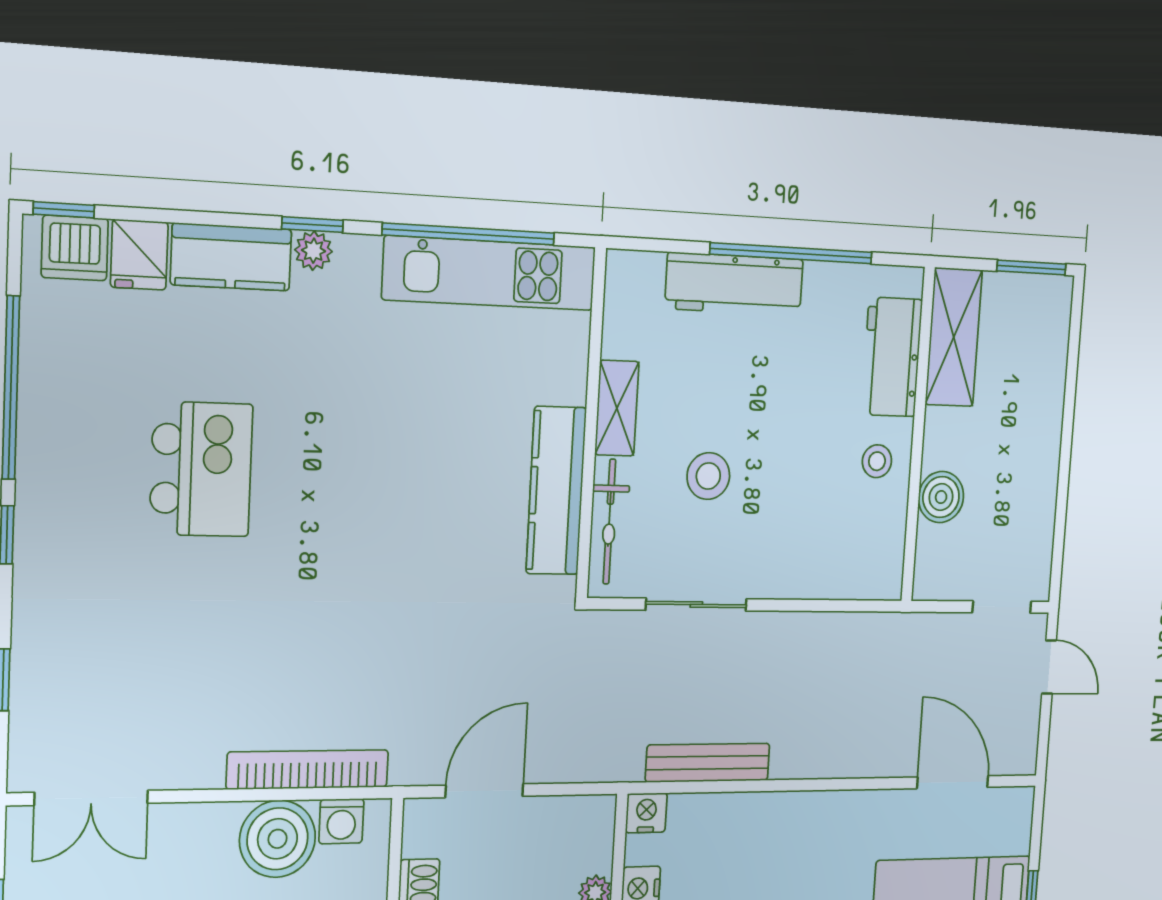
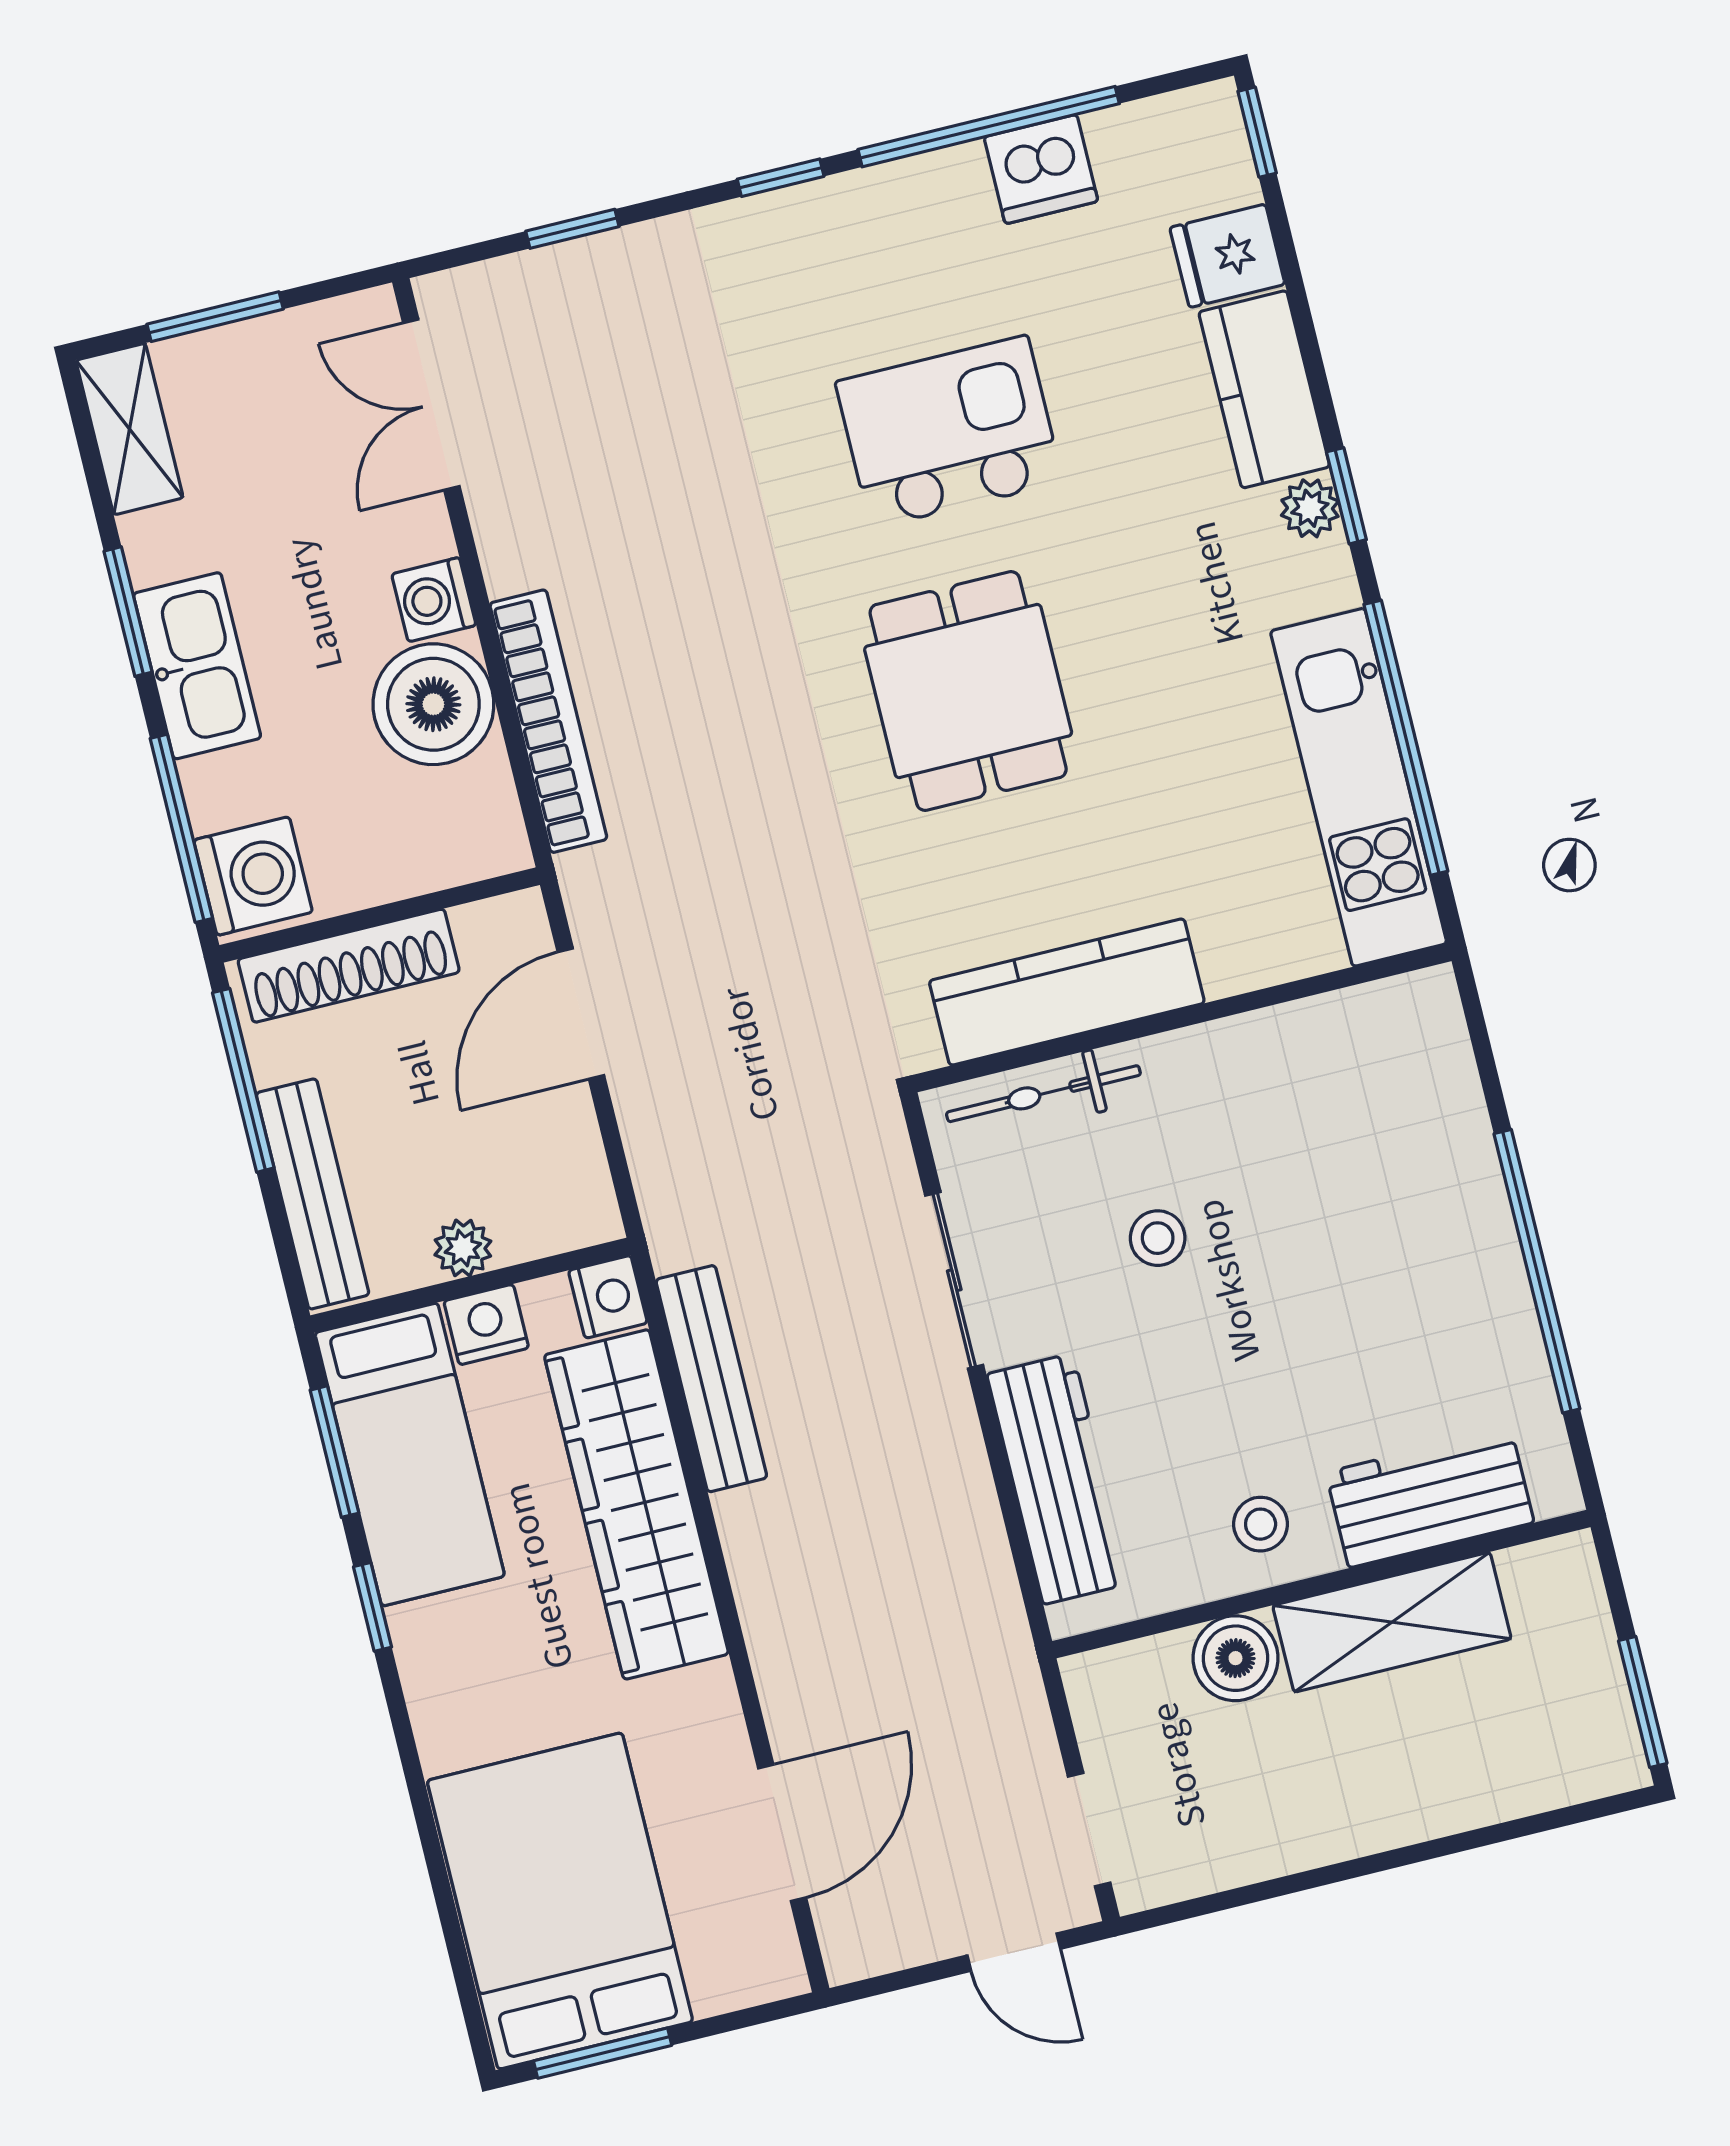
dishwasher: (75, 248) -> (1041, 169), moved, turned -90
workbench: (734, 284) -> (1058, 1479), moved, turned 180
shelving: (954, 337) -> (1392, 1622), moved
shelving: (617, 408) -> (1218, 1053), removed
kitchen island: (201, 469) -> (949, 432), turned 180
stool: (708, 476) -> (1158, 1238), width x0.73, depth x0.73
dining table: (364, 502) -> (968, 691), added
door: (1049, 667) -> (1014, 1952), hinge flipped
door: (484, 791) -> (581, 1014), swing flipped
washing machine: (341, 821) -> (434, 600), moved
wardrobe: (762, 823) -> (636, 1504), added

